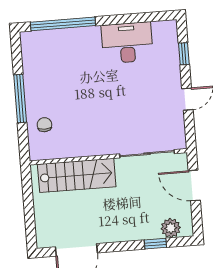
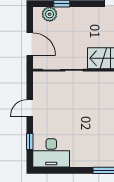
desk: (127, 43) -> (51, 153), moved

